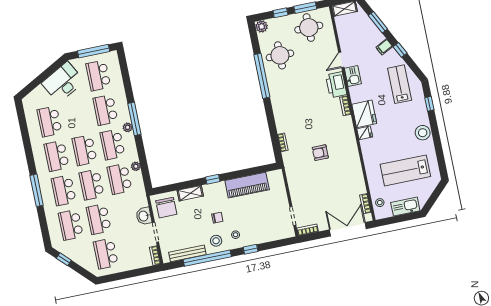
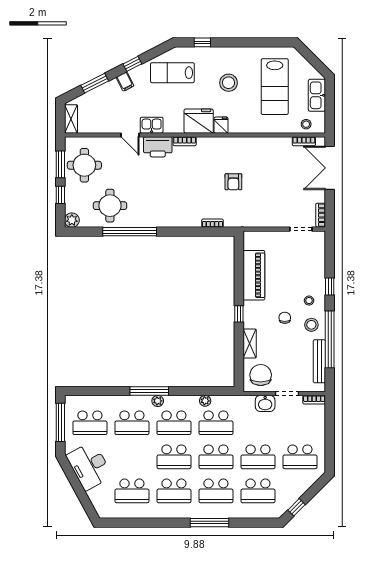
stool: (423, 133) -> (229, 83), moved
chair: (166, 208) -> (261, 375), turned -90

